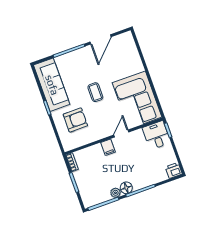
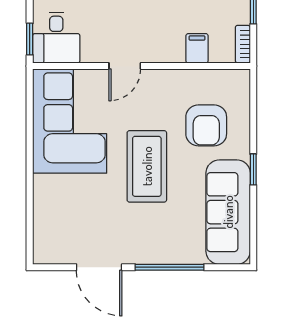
door: (101, 39) -> (99, 267), swing flipped
coffee table: (95, 92) -> (147, 166), width x1.86, depth x1.72
armchair: (75, 120) -> (206, 125), turned -90
filing cabinet: (108, 147) -> (197, 48), moved

